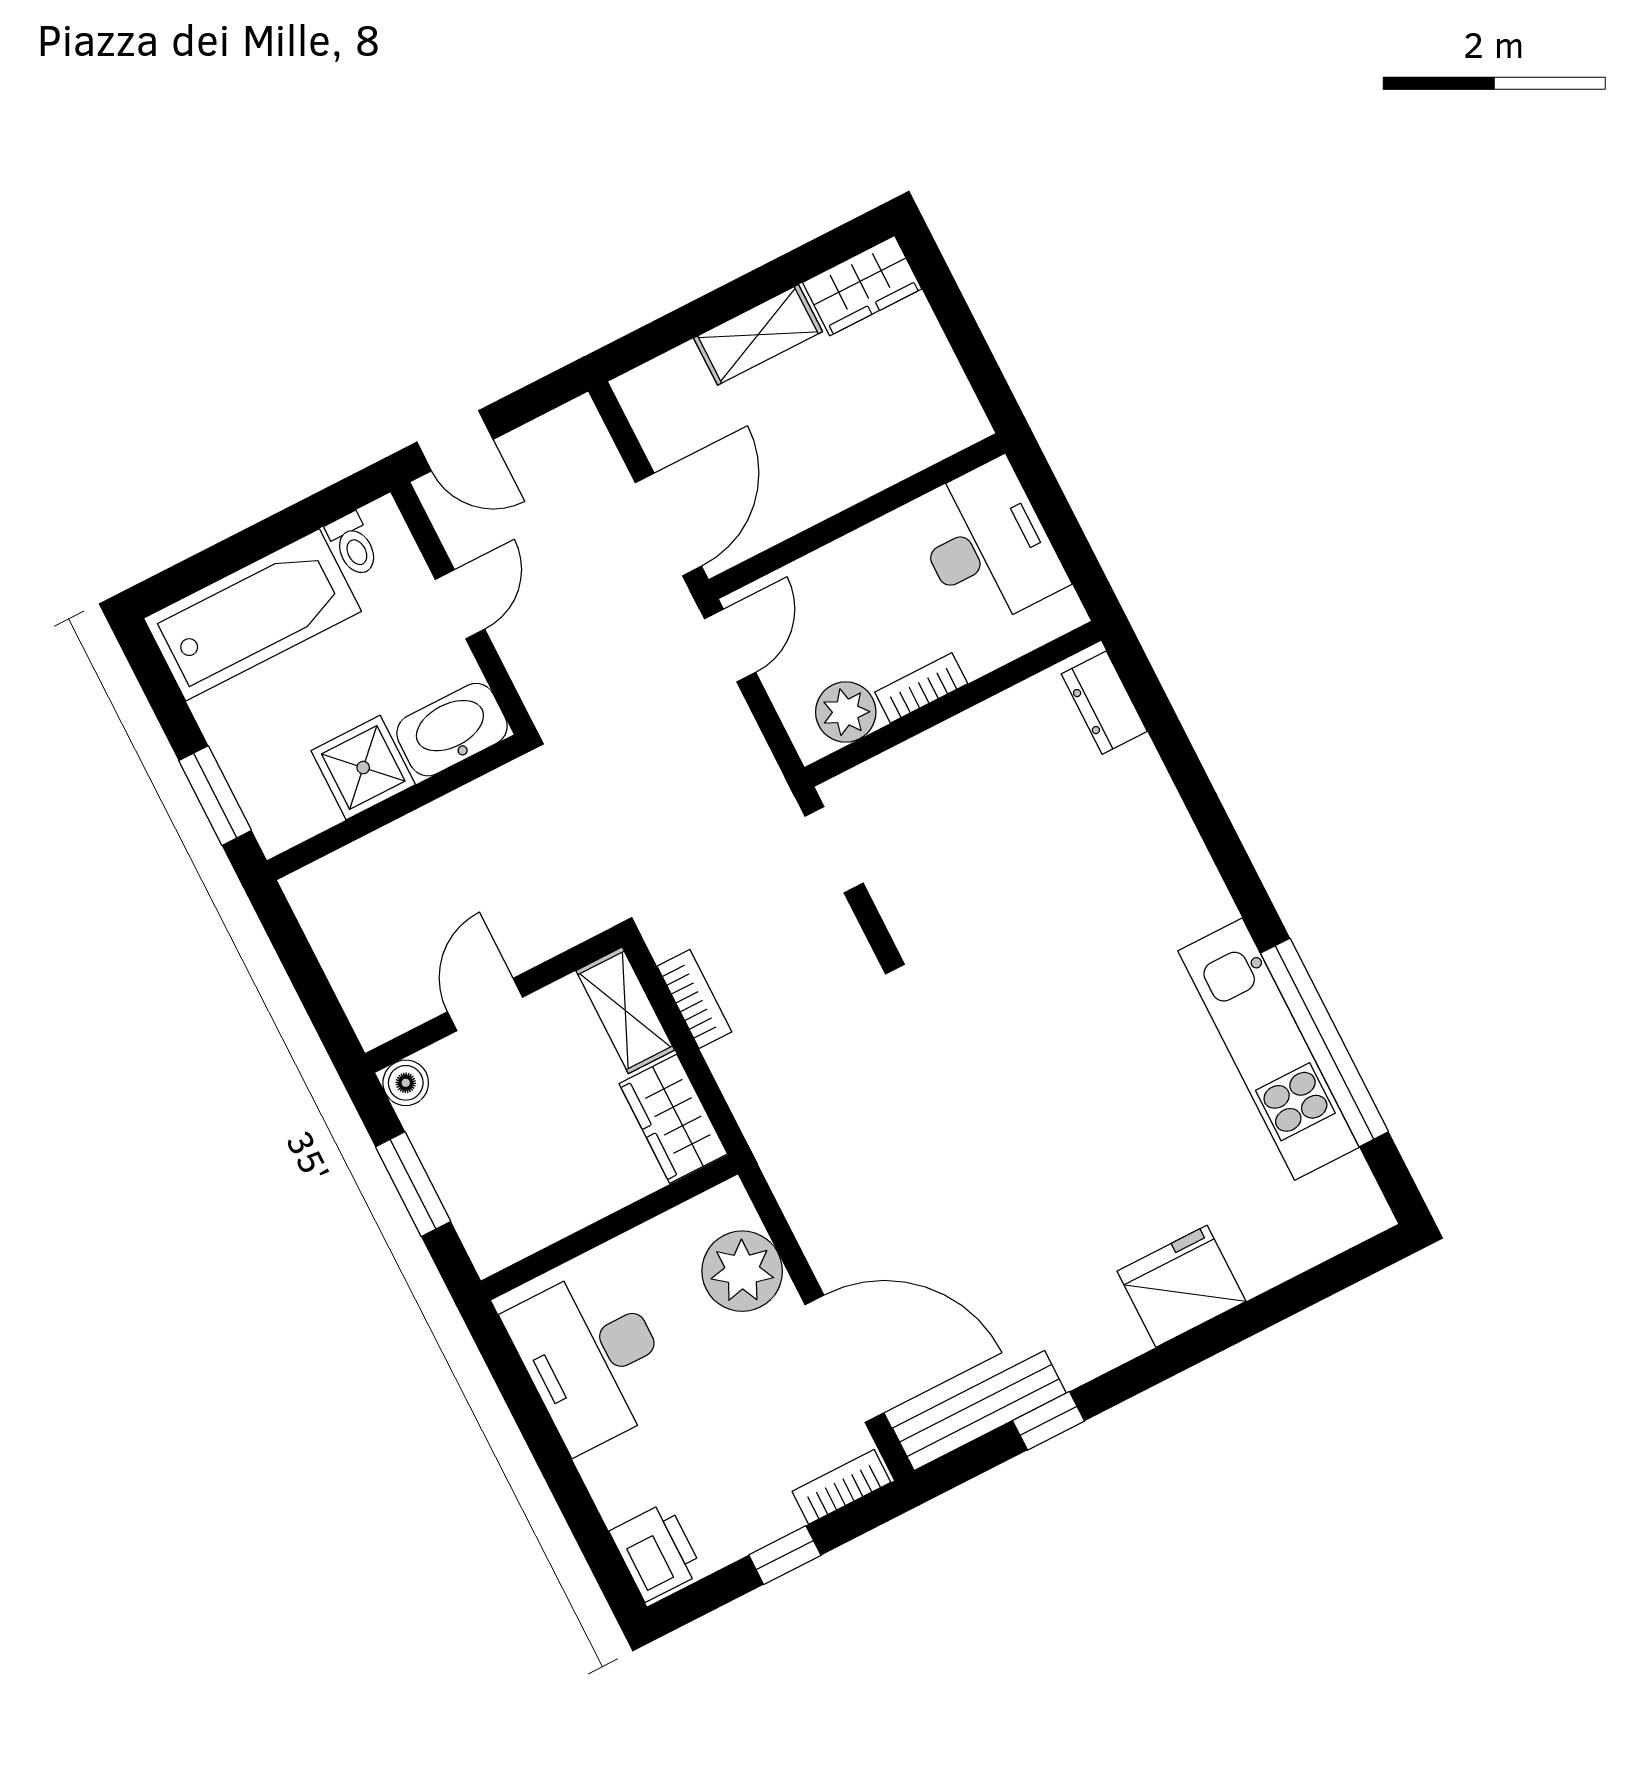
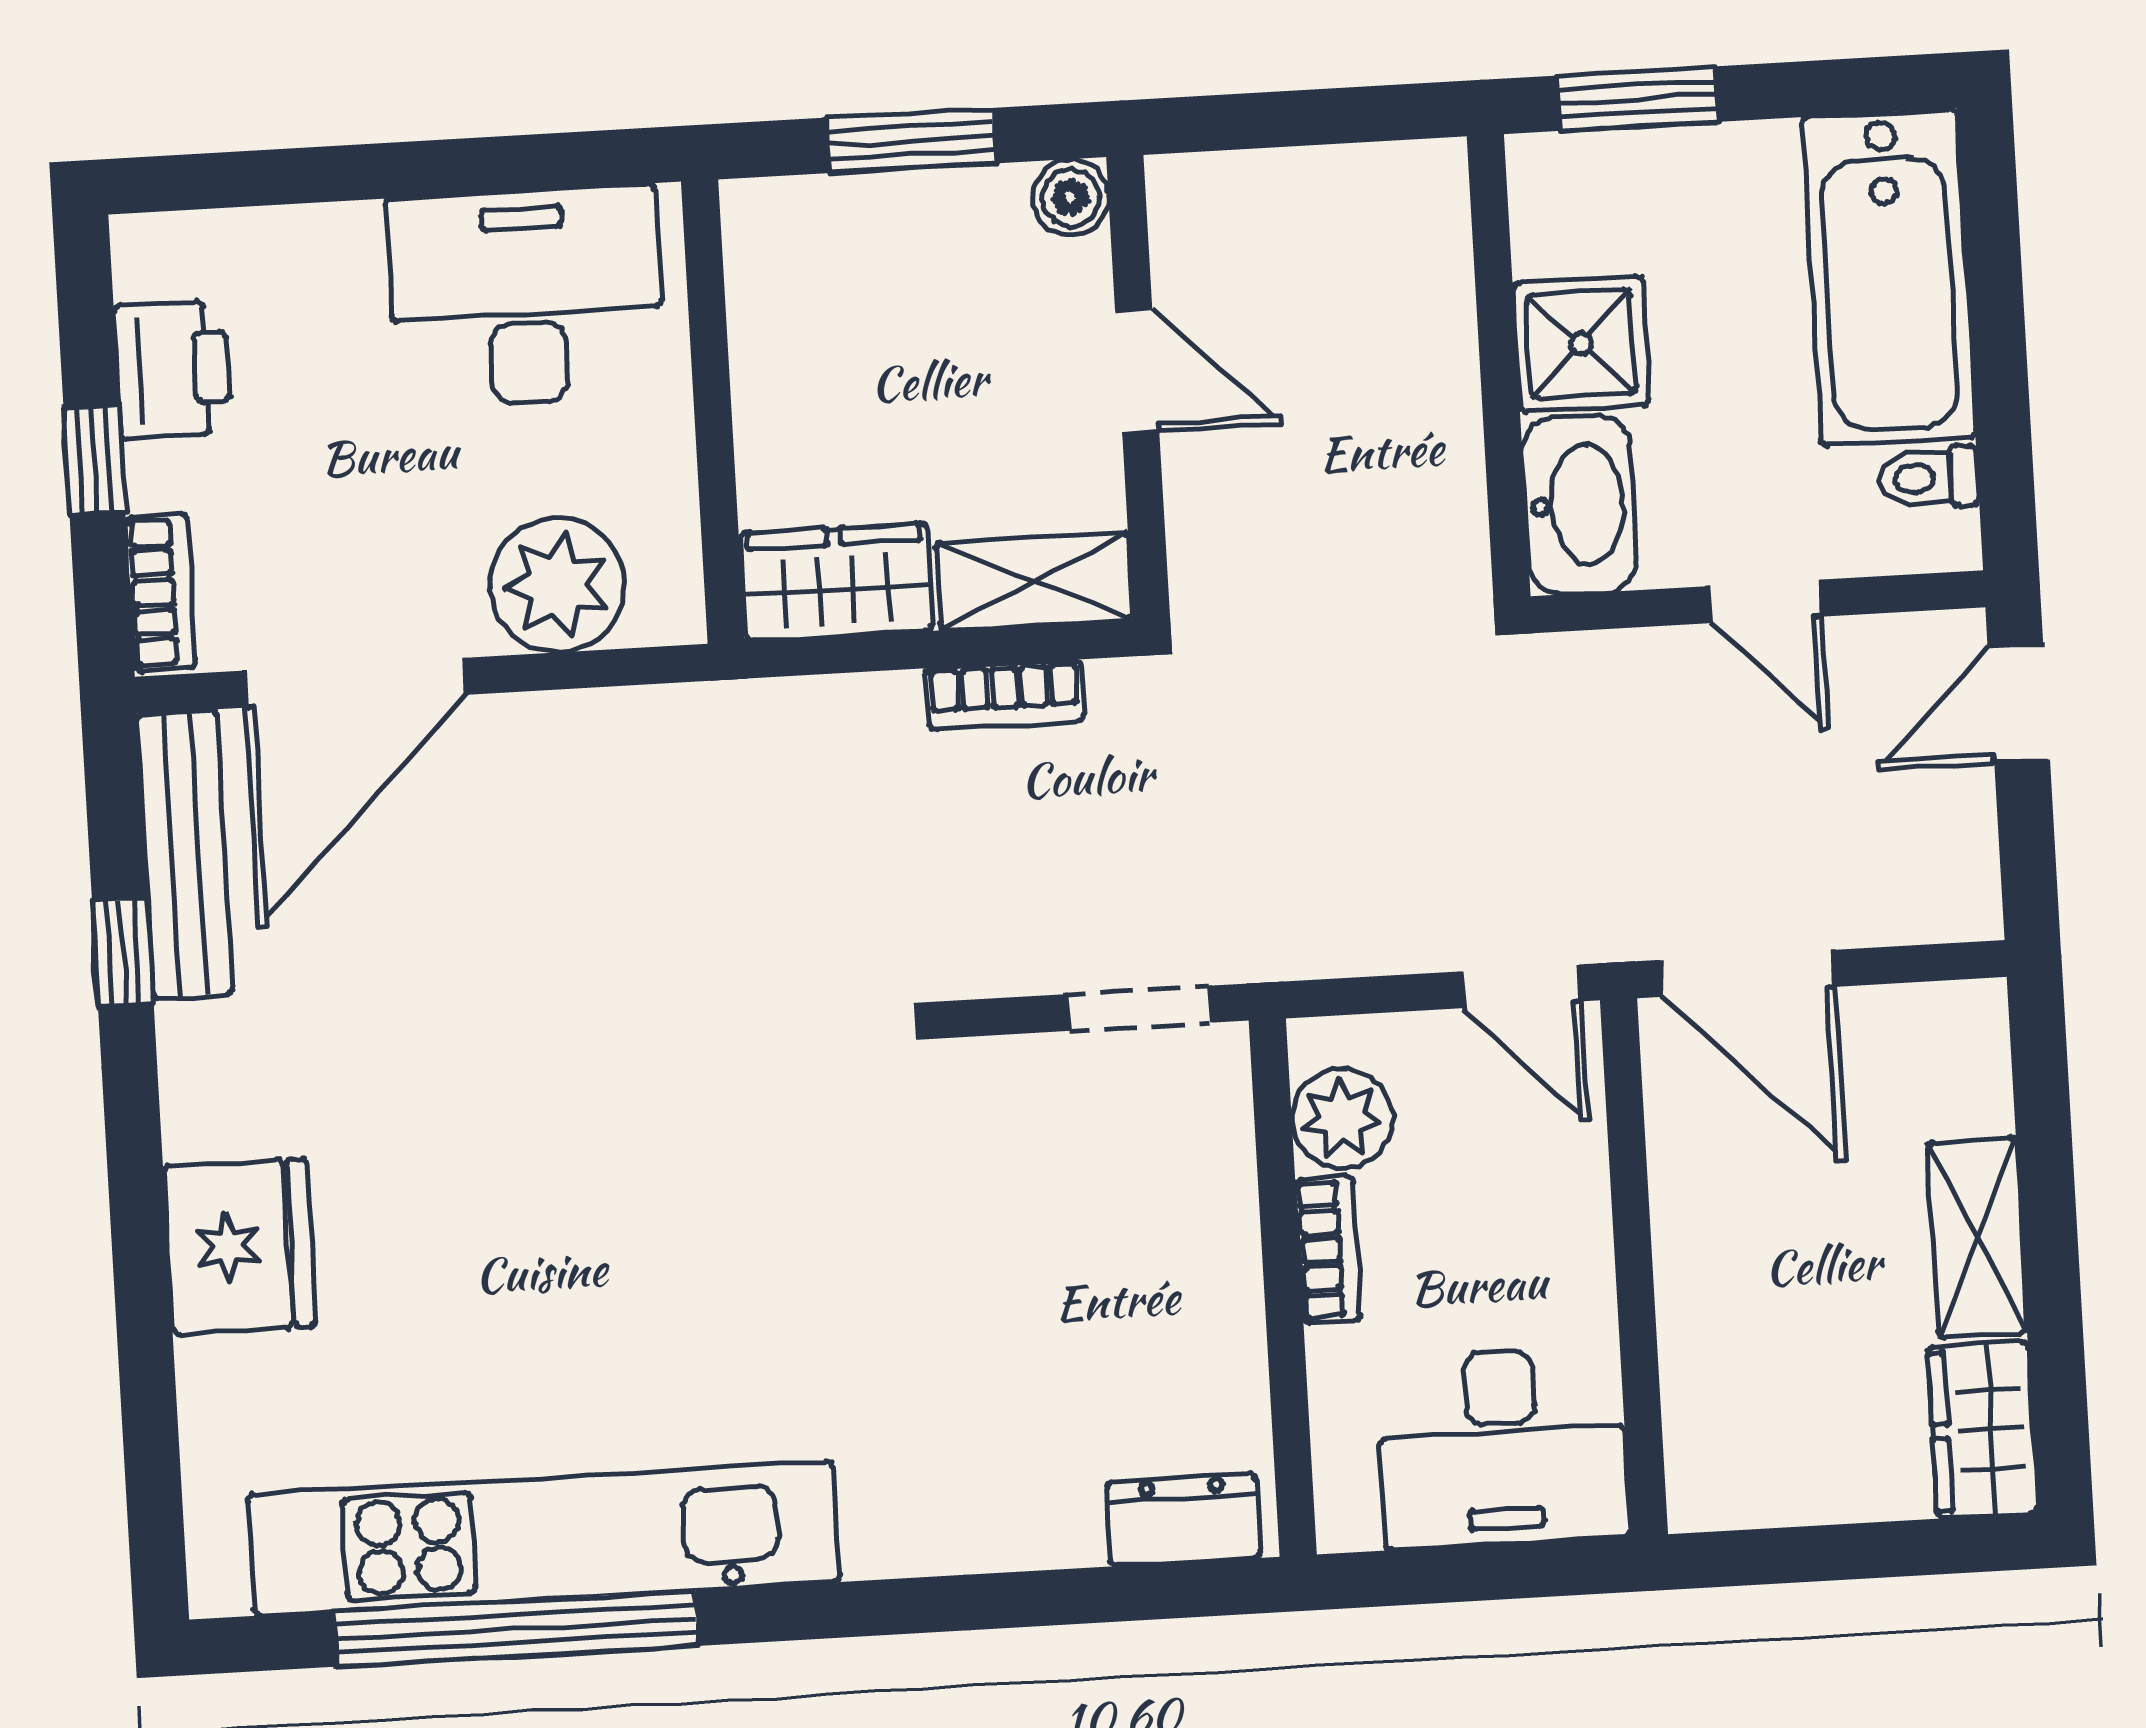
kitchen unit: (1268, 1049) -> (543, 1538), width x1.36
printer: (656, 1552) -> (172, 369), moved, turned -90

